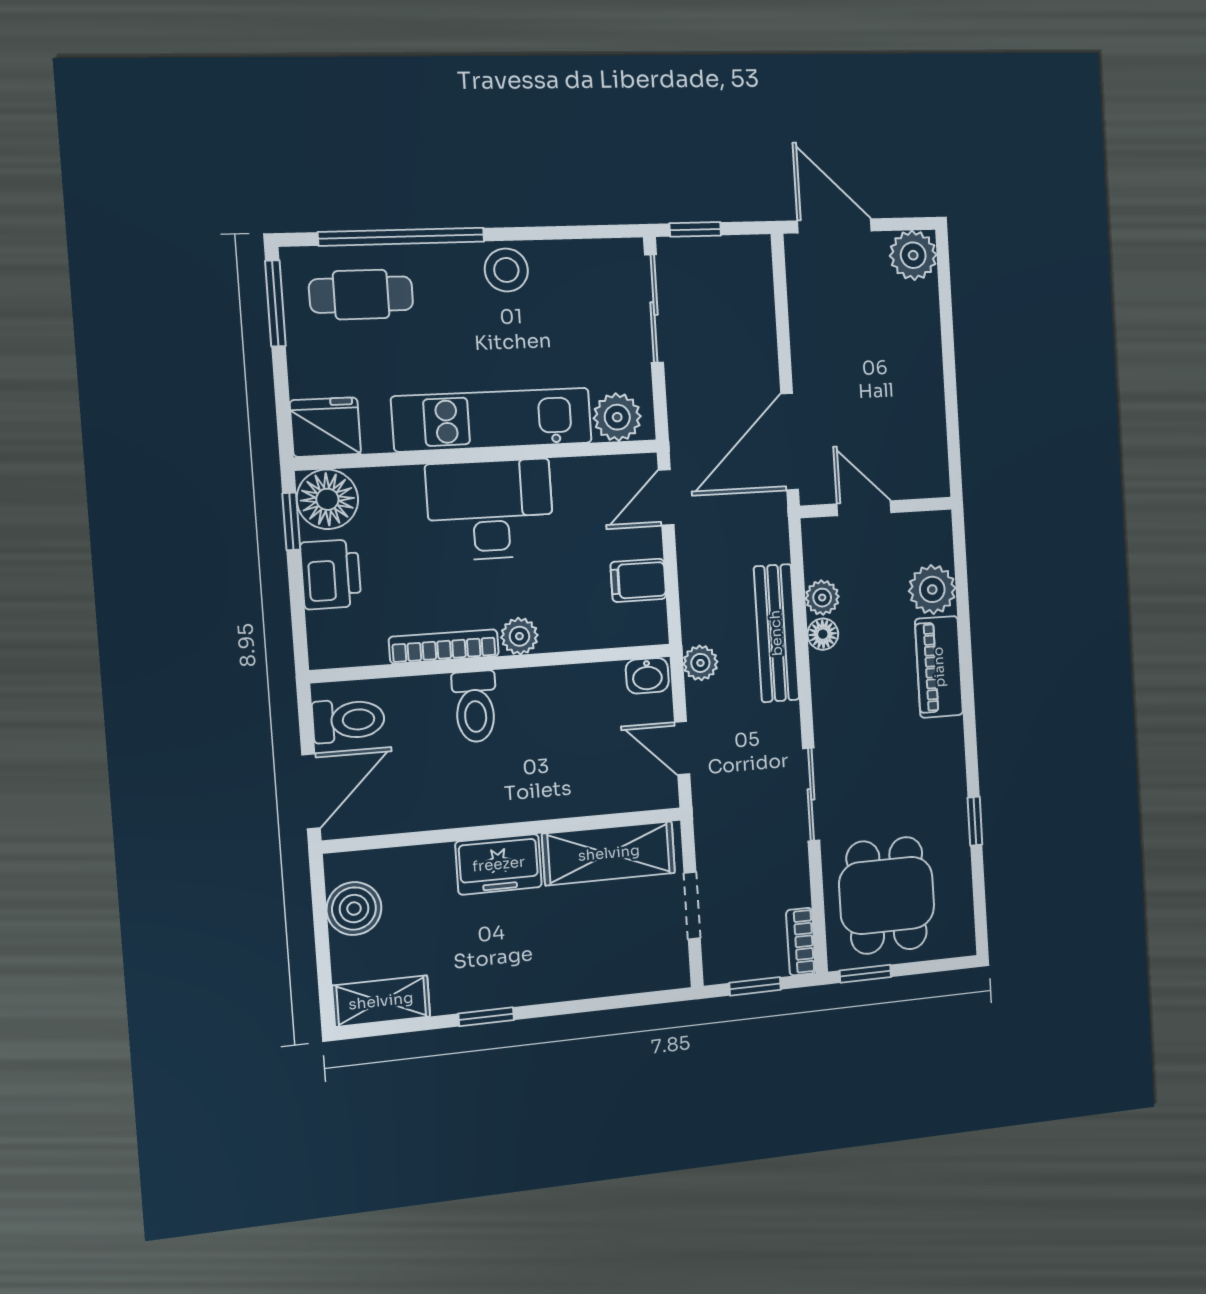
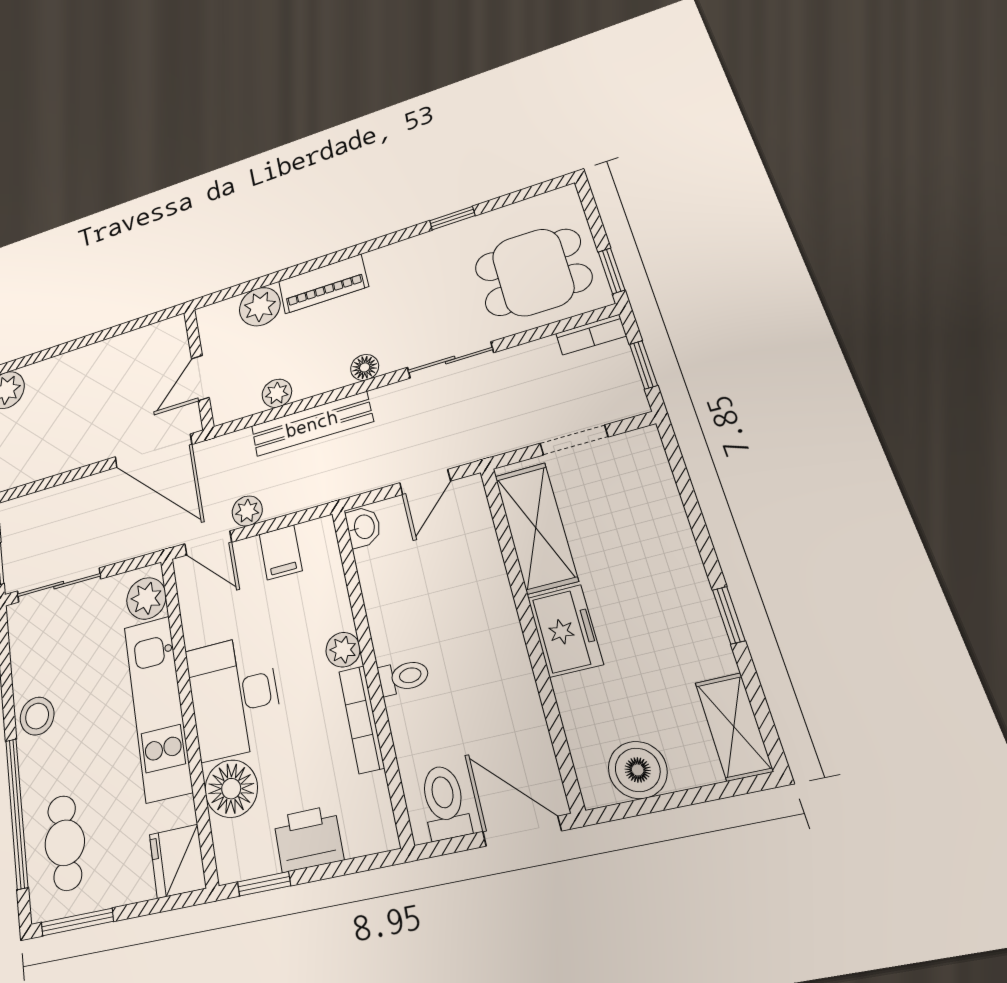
floor lamp: (327, 499) -> (231, 789), moved
floor lamp: (823, 634) -> (365, 367), moved
plant: (700, 663) -> (247, 511), moved
toilet: (475, 707) -> (404, 677), width x0.73, depth x0.72

